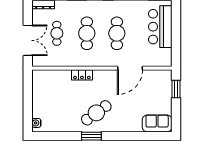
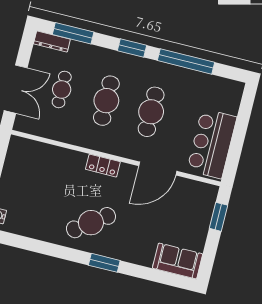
bar counter: (160, 27) -> (212, 144), moved
locker: (82, 75) -> (103, 166), moved
window: (91, 136) -> (104, 263), moved

